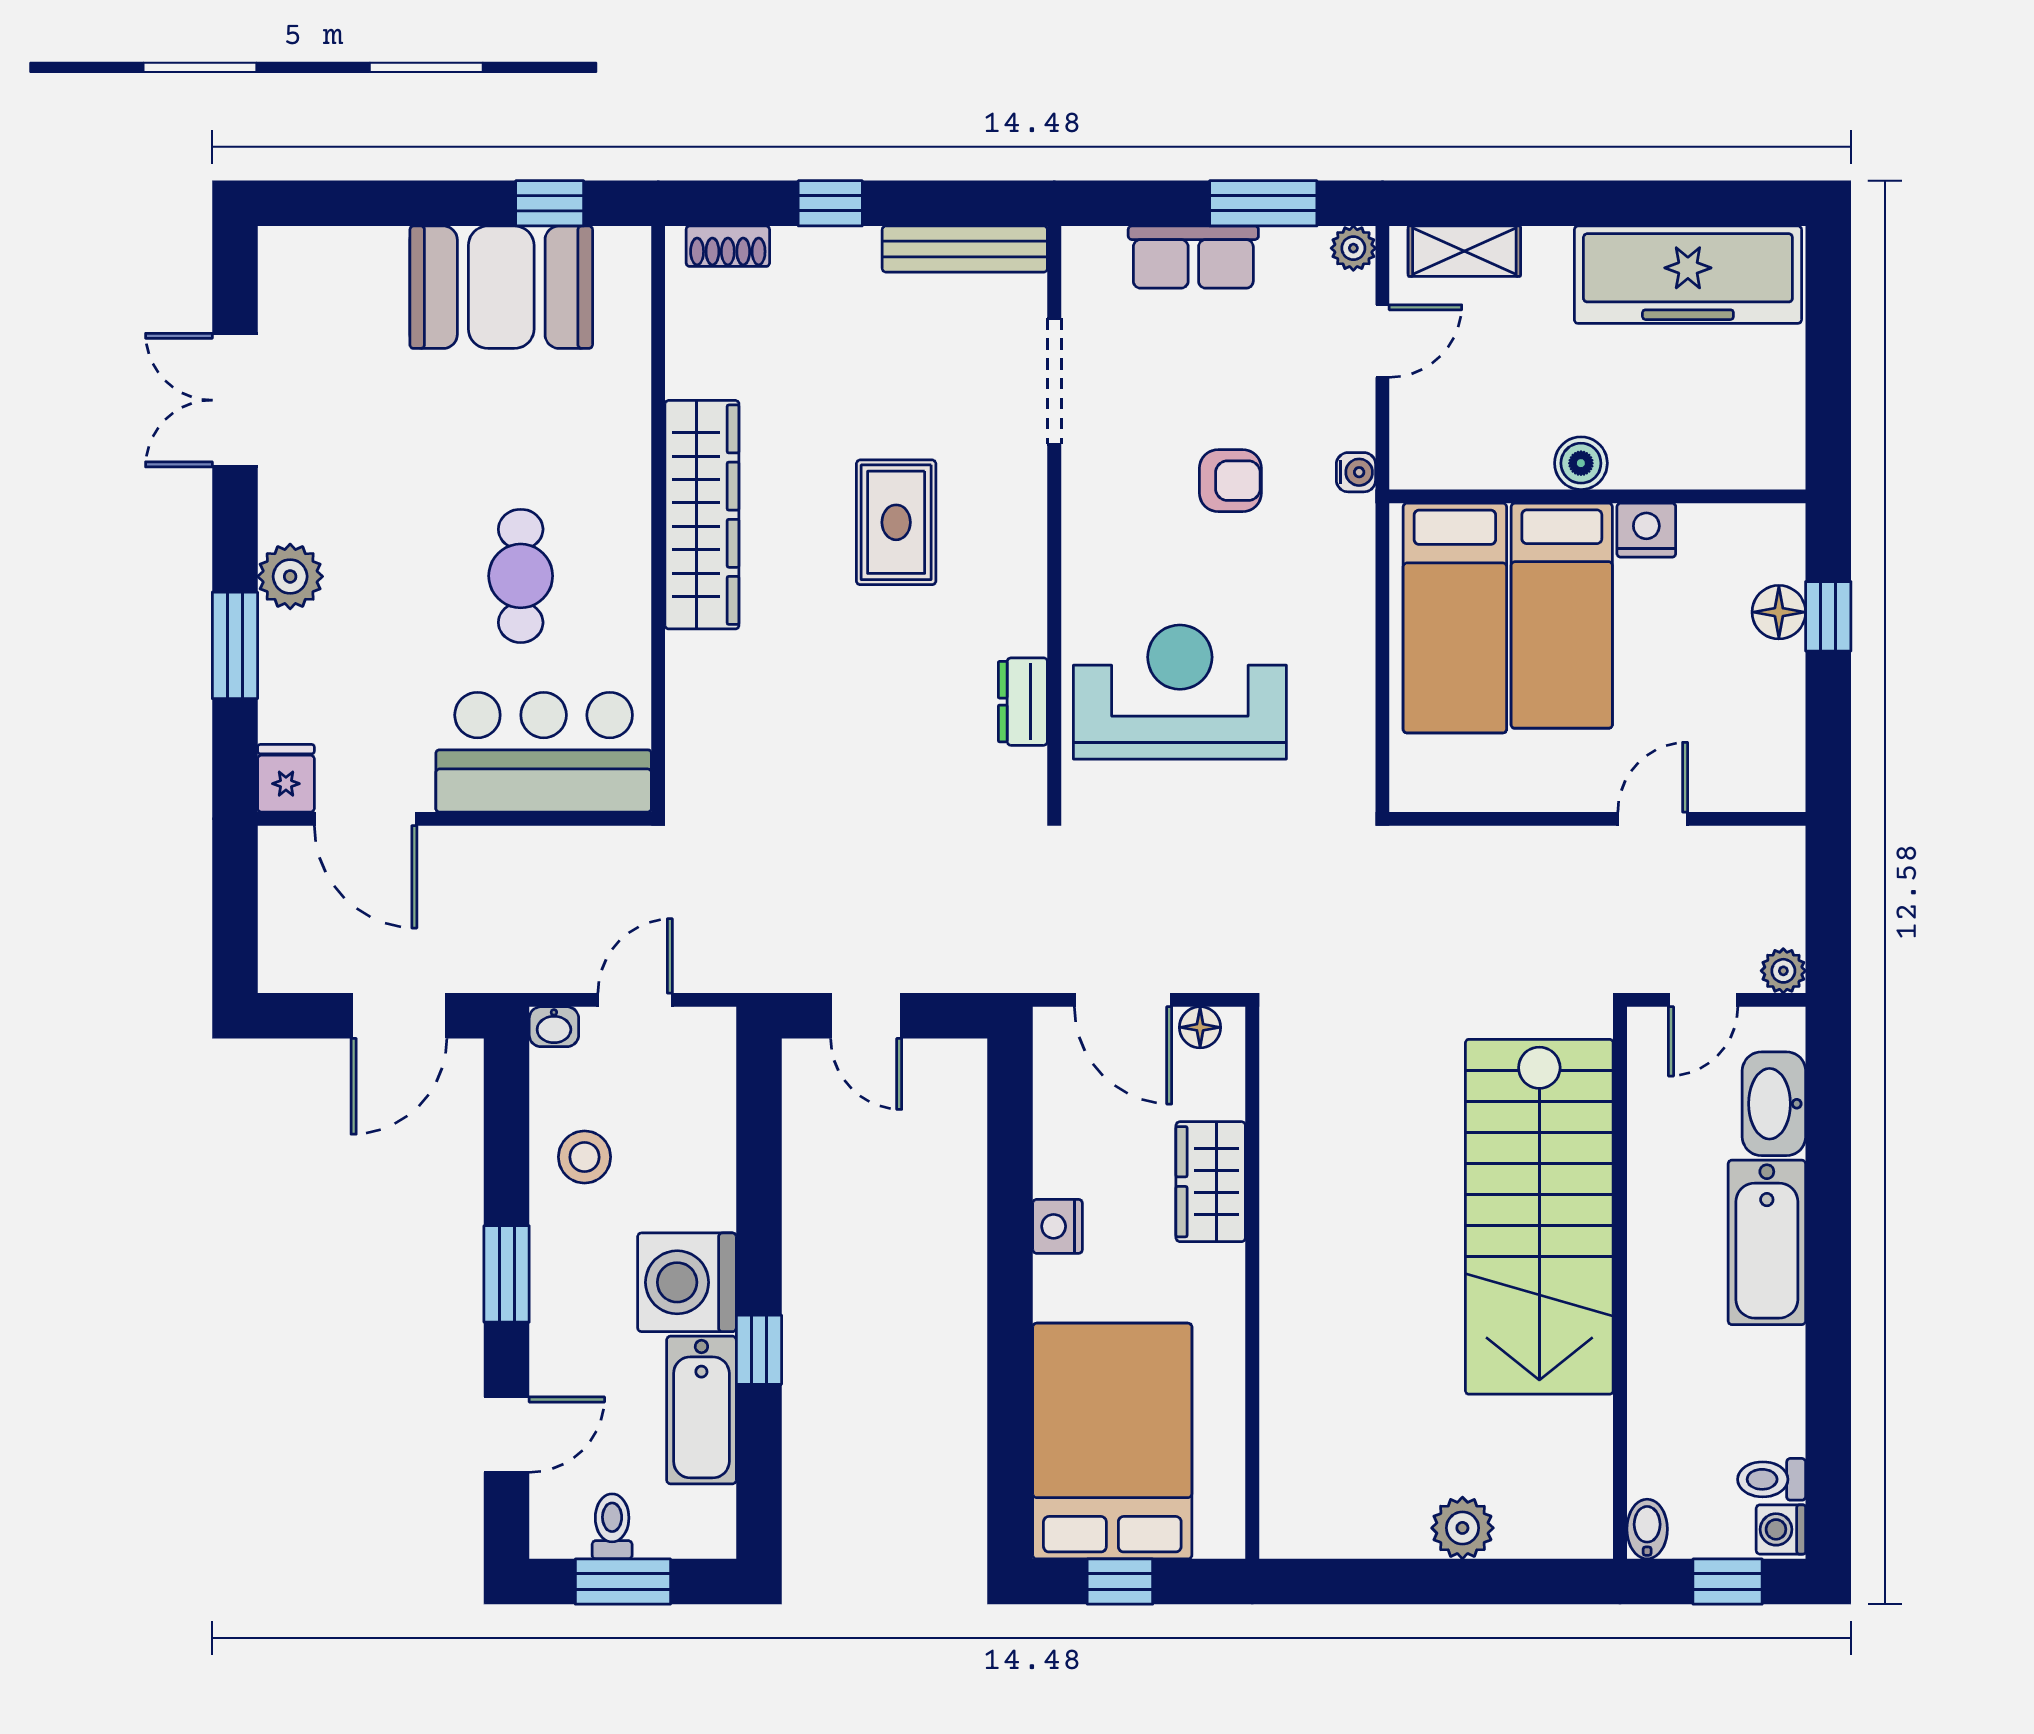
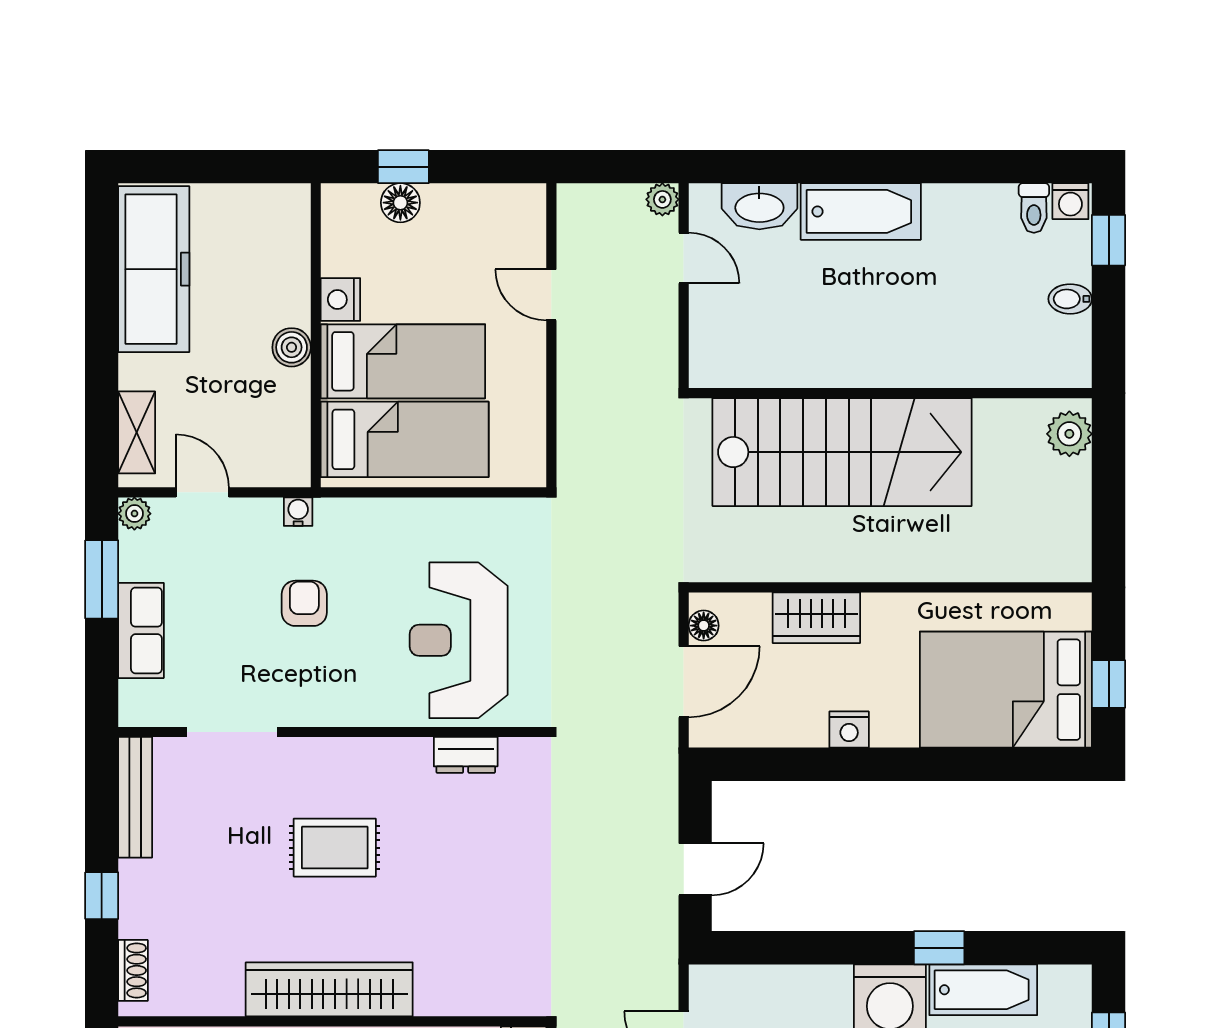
stairs: (1539, 1217) -> (842, 452), moved
wall: (1620, 1283) -> (890, 393), moved

